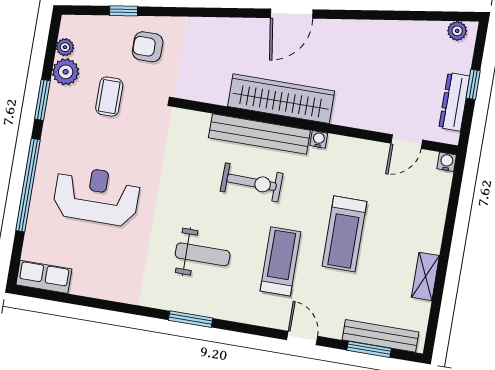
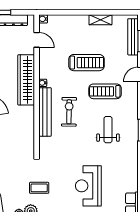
armchair: (148, 47) -> (12, 173), removed
wardrobe: (281, 99) -> (26, 80), moved

